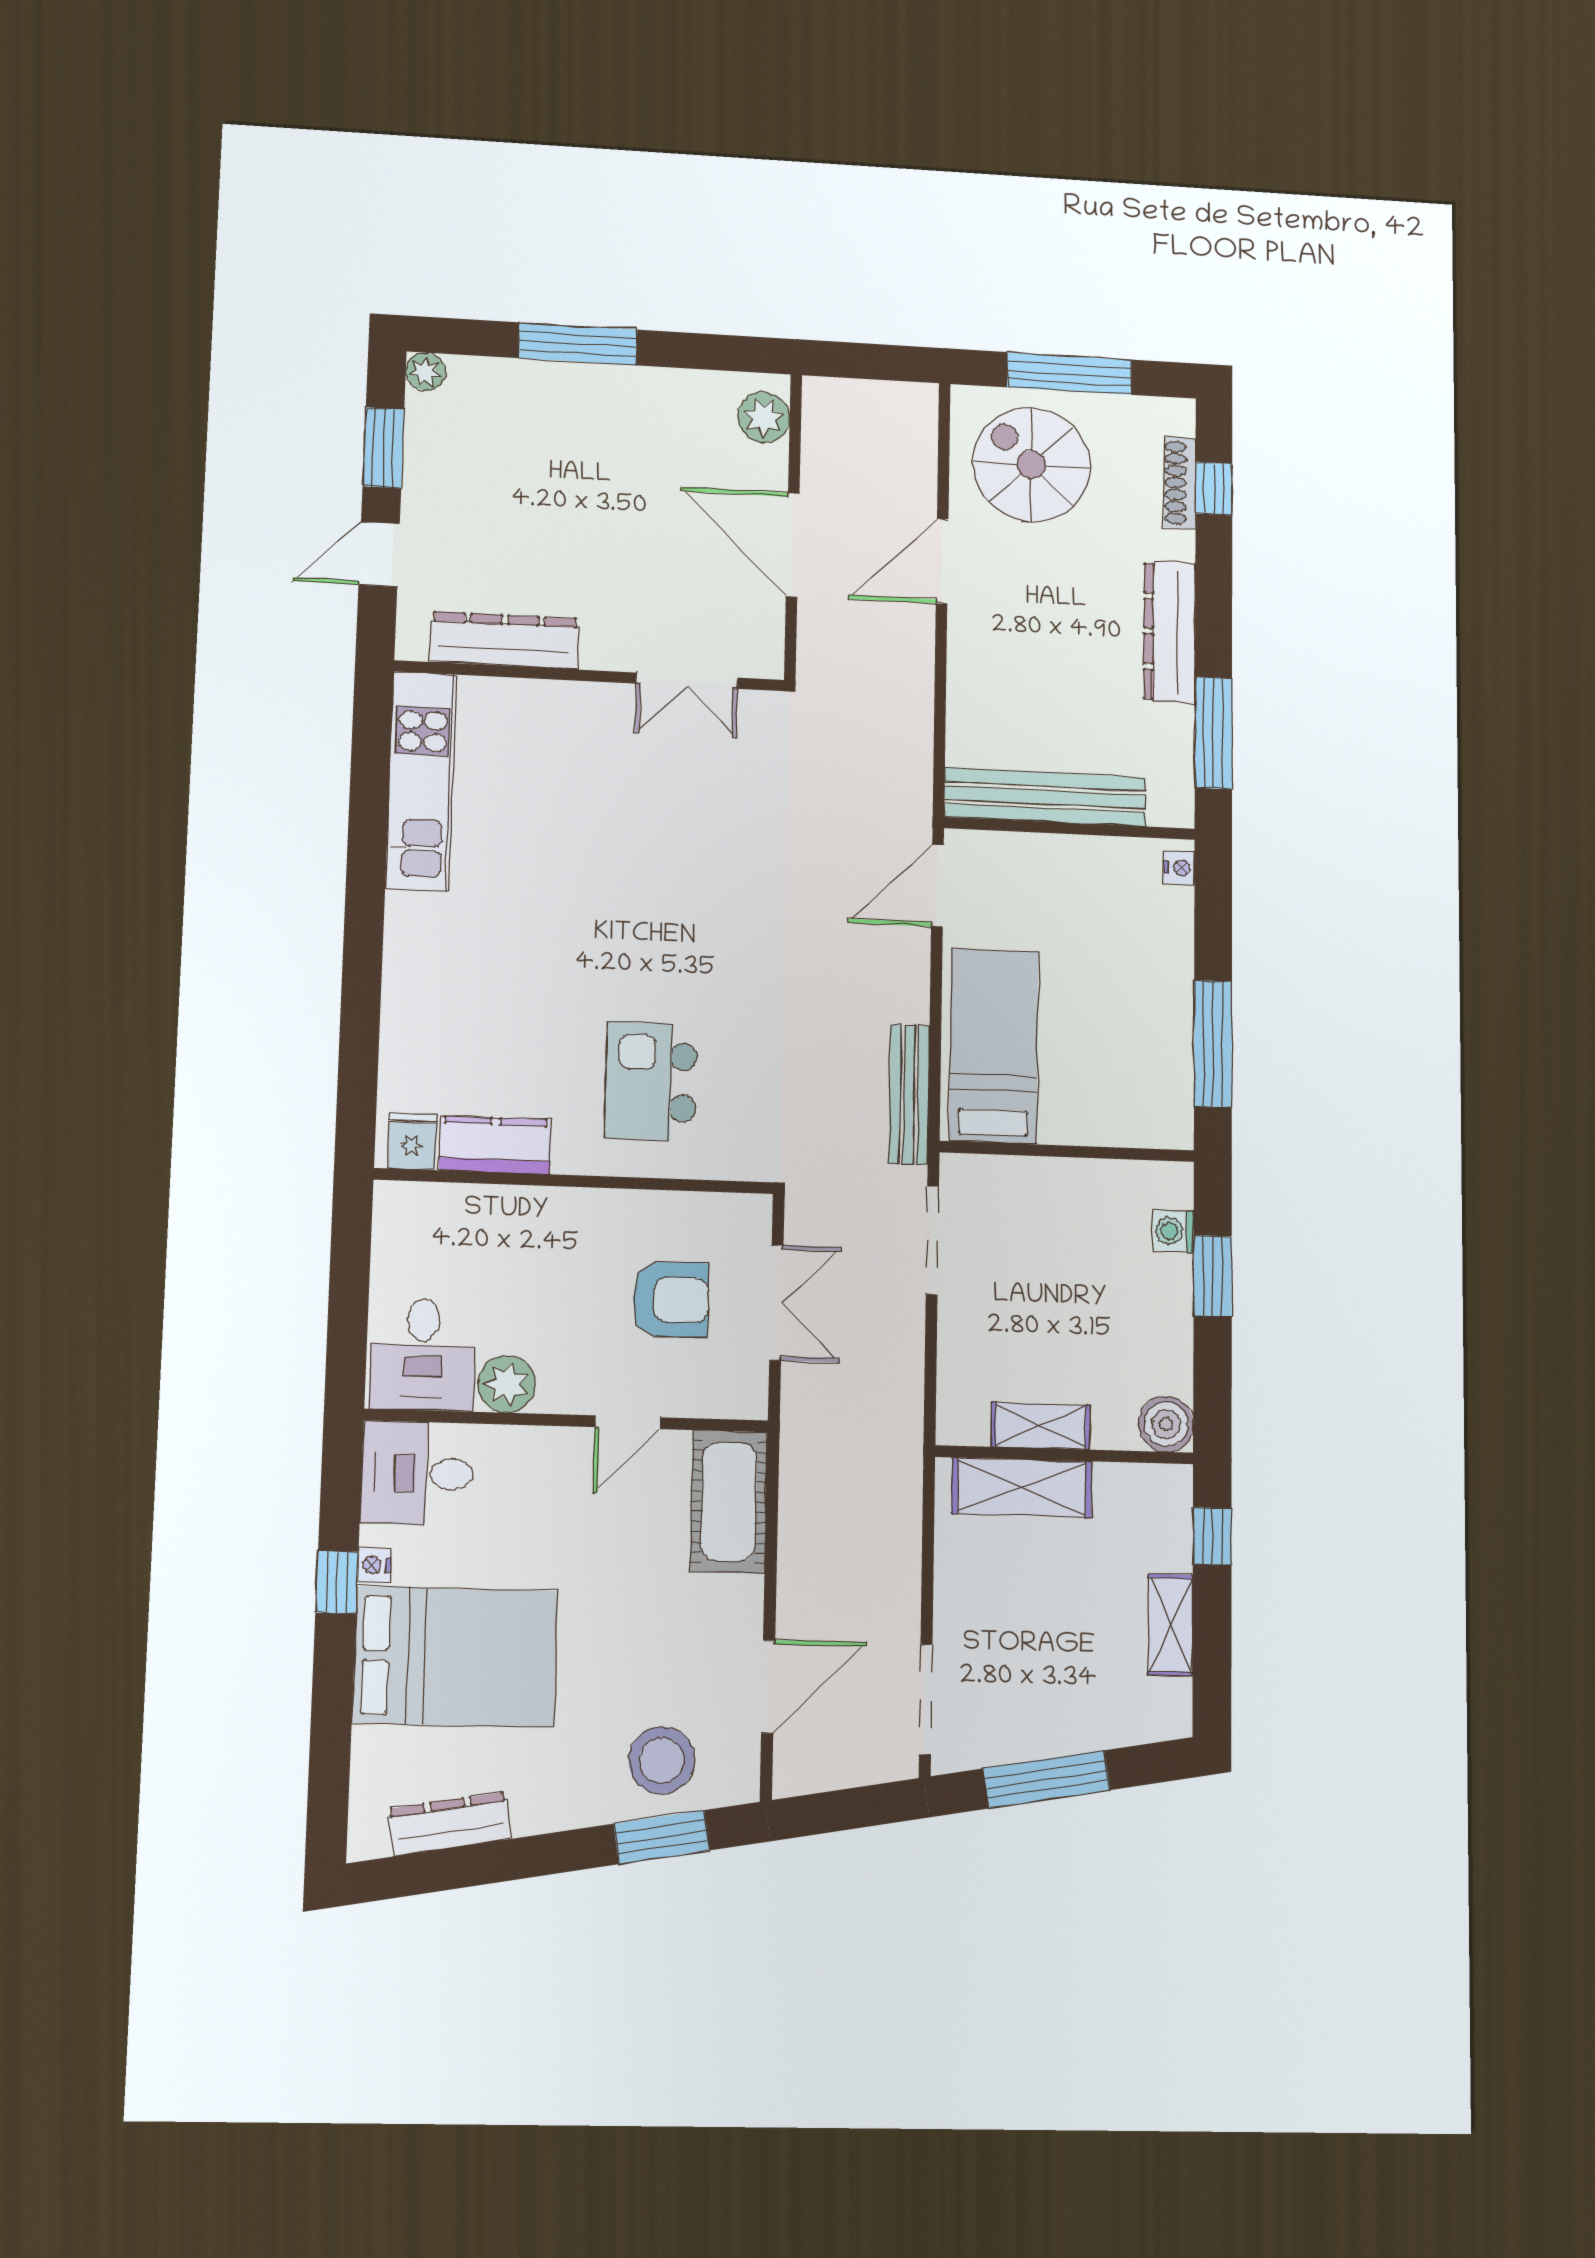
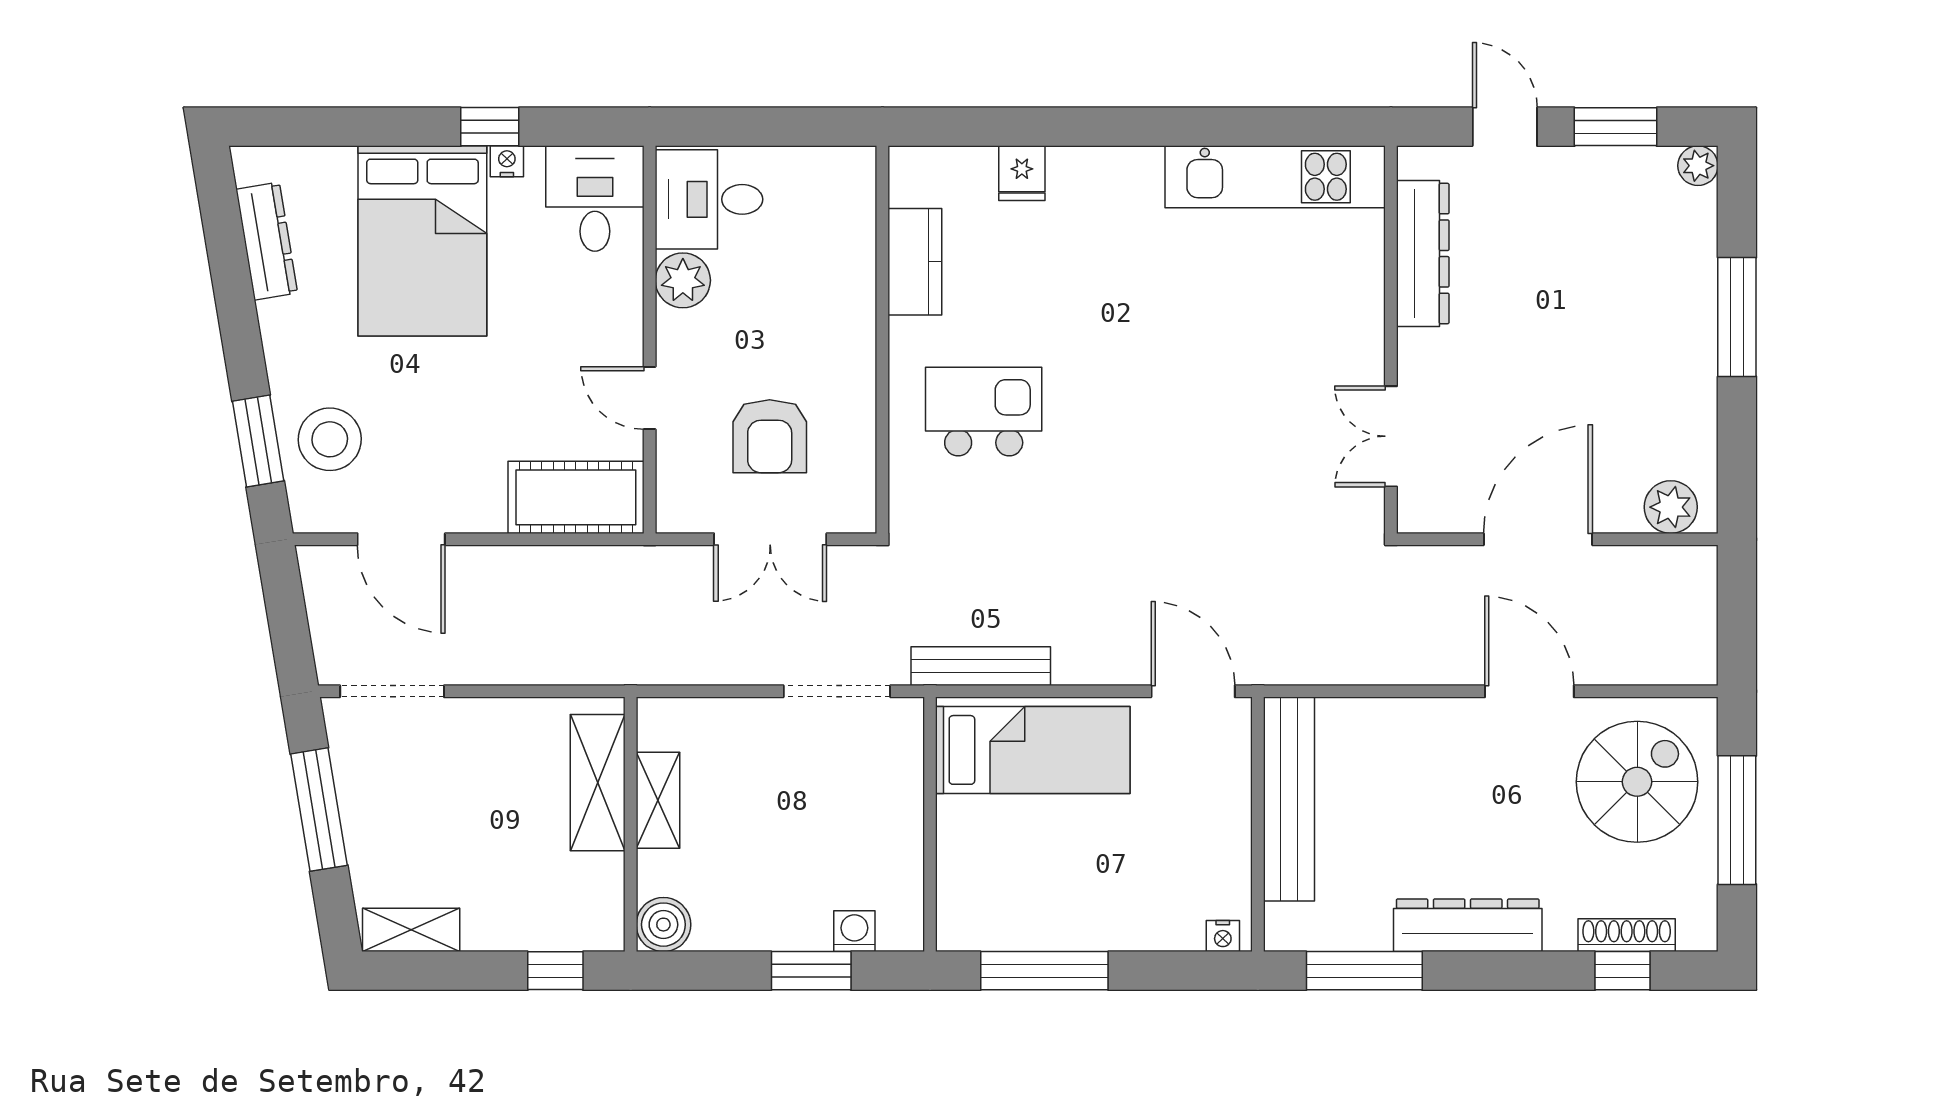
fridge: (412, 1141) -> (1022, 173), moved, turned 90
shelving: (1171, 1625) -> (411, 930), moved

